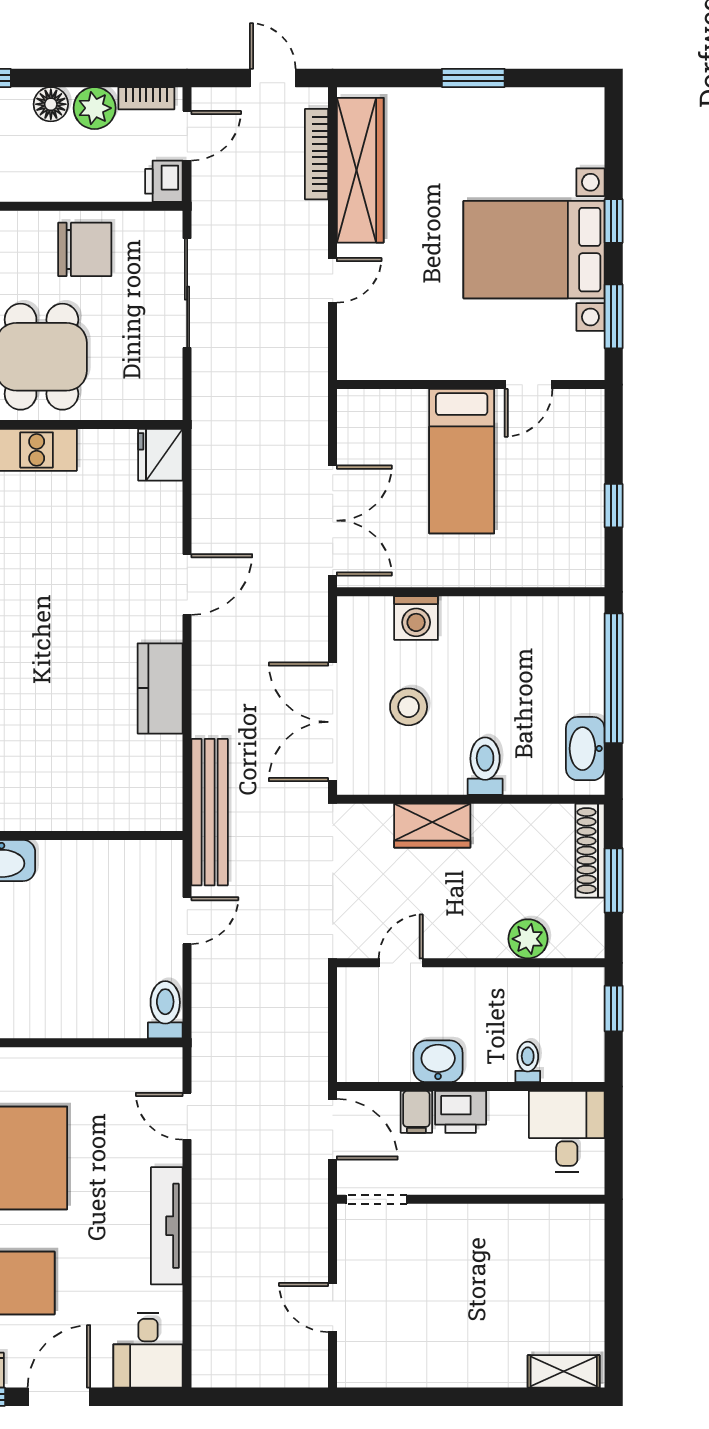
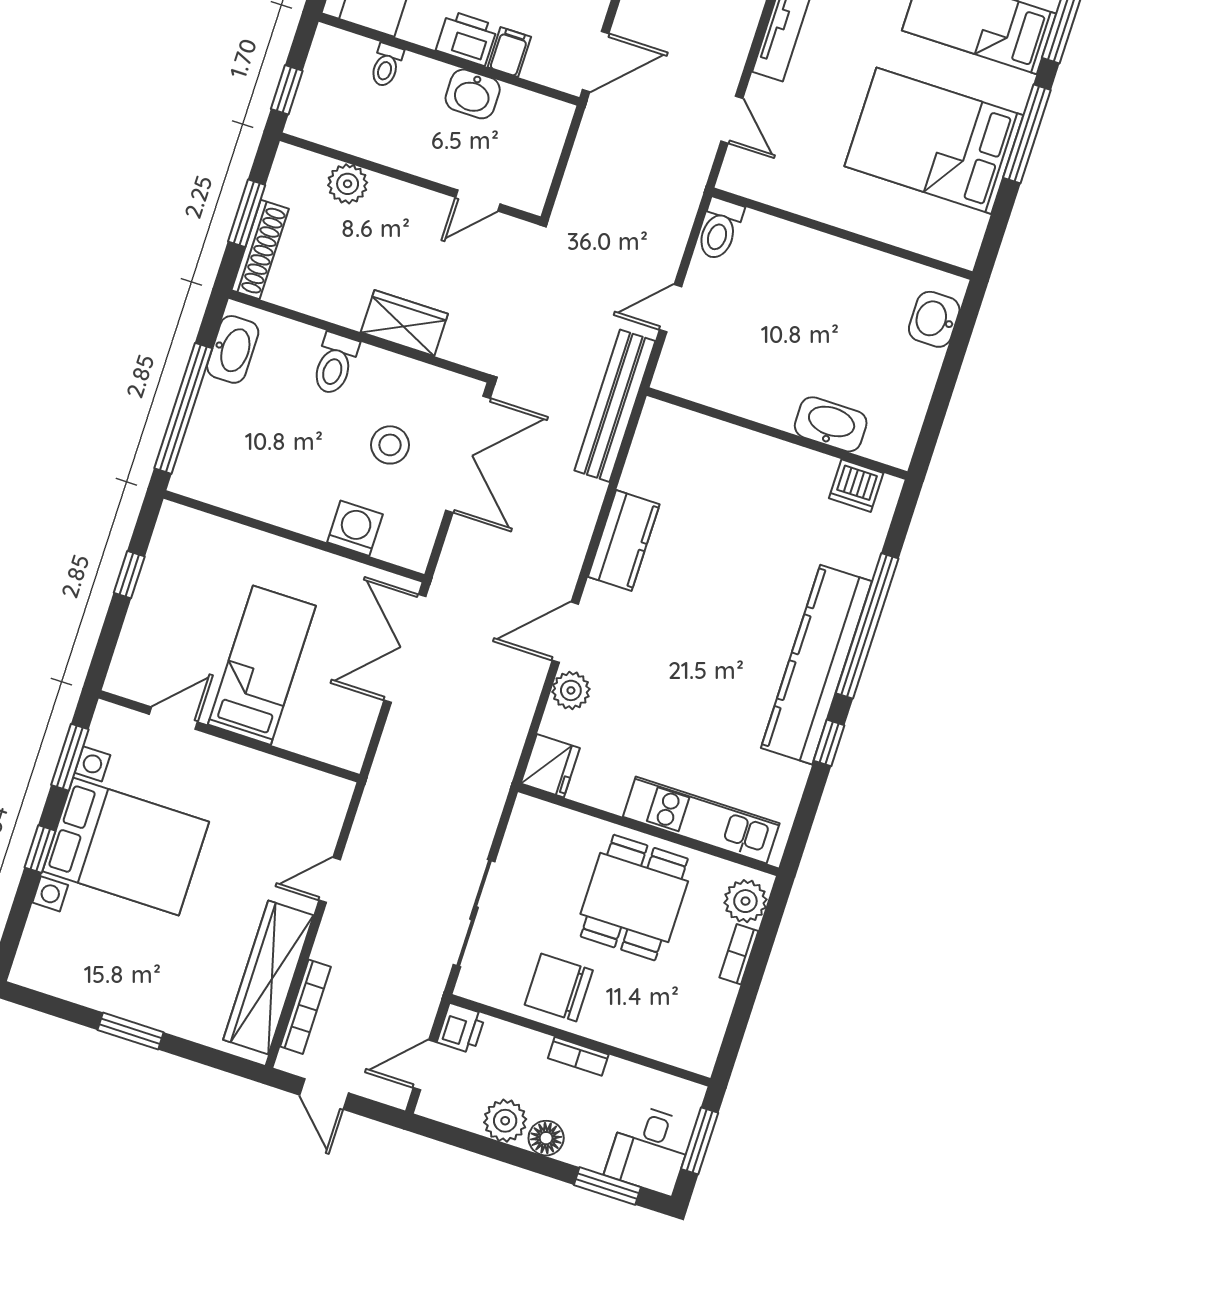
bookcase: (146, 98) -> (578, 1056), moved, turned 180
plant: (164, 532) -> (571, 690), added
door: (333, 1129) -> (596, 62), swing flipped

